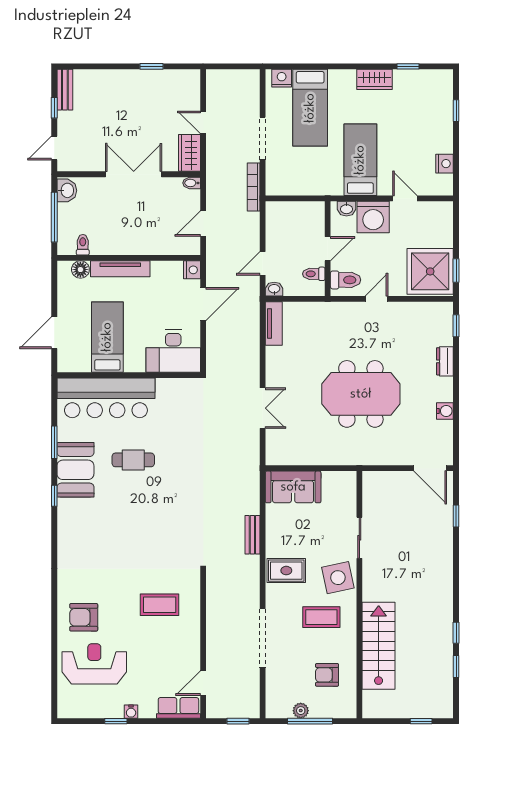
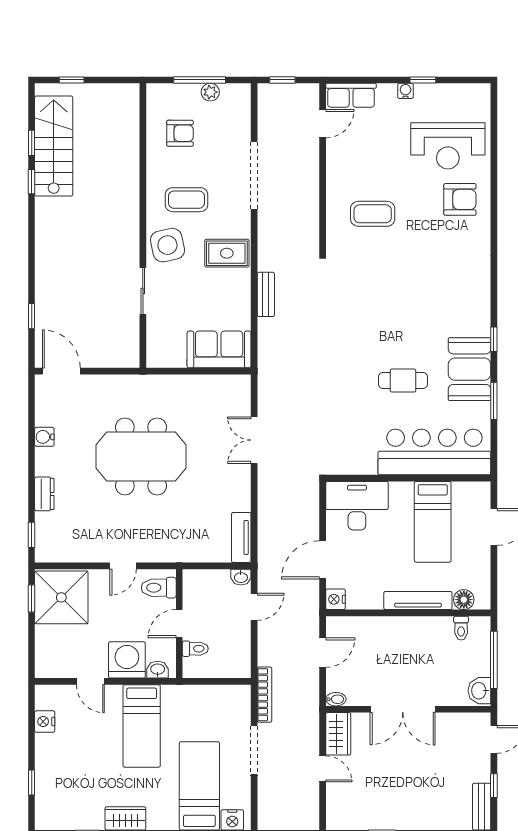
toilet: (314, 274) -> (195, 649), moved
stairs: (379, 646) -> (54, 146), moved, turned 180

